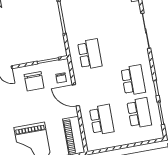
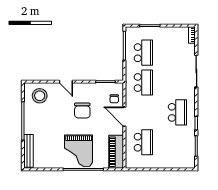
chair: (34, 81) -> (82, 111), moved
school desk: (139, 113) -> (143, 53), moved

